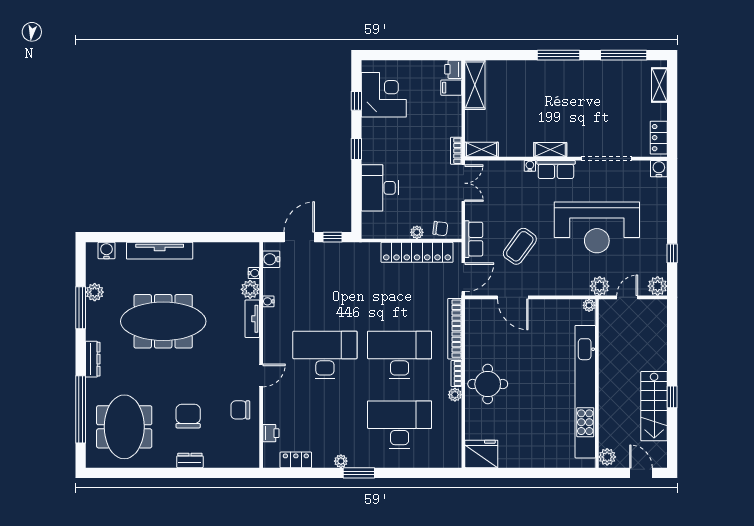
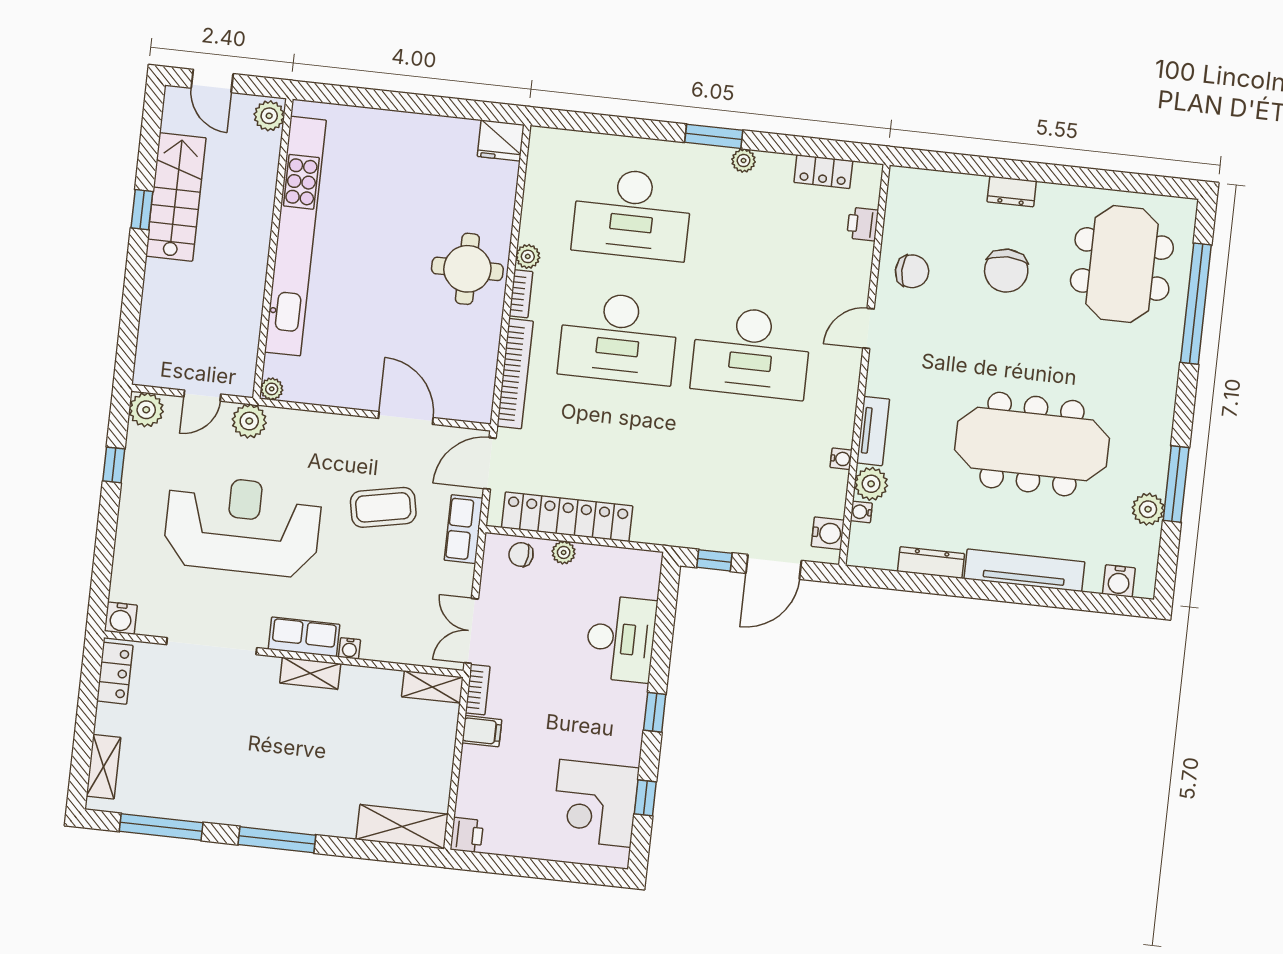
shelving: (475, 85) -> (402, 827), moved, turned 90
filing cabinet: (451, 88) -> (482, 731), moved
coffee table: (520, 246) -> (383, 507), turned 43
dresser: (93, 359) -> (931, 563), moved, turned 90
fridge: (481, 454) -> (501, 140), width x0.73, depth x0.75

